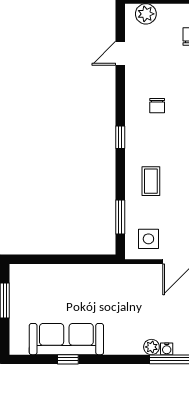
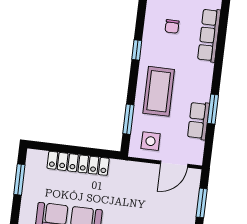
coffee table: (151, 181) -> (159, 91), width x1.86, depth x1.72
locker: (69, 274) -> (78, 163), added

